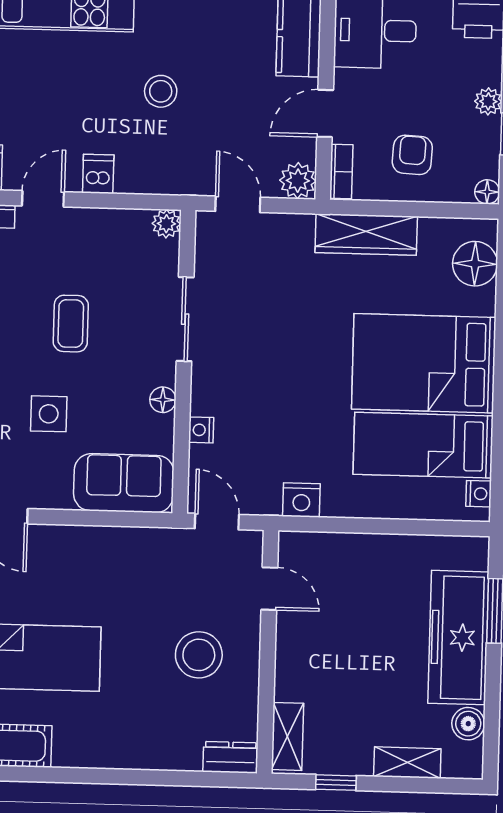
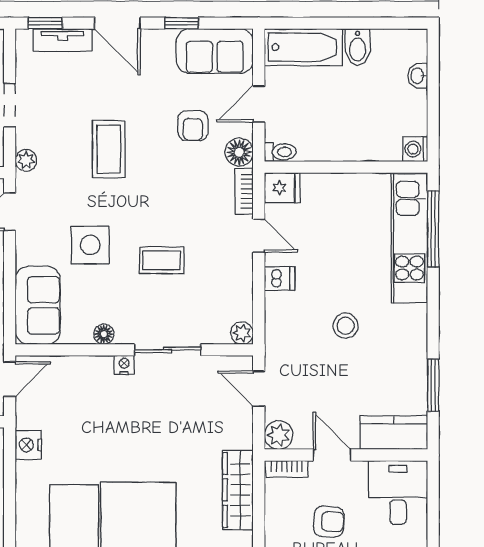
armchair: (412, 155) -> (329, 522), moved
door: (238, 204) -> (259, 389), swing flipped
side table: (49, 414) -> (90, 245), width x1.37, depth x1.37
nightstand: (201, 430) -> (124, 365), moved

